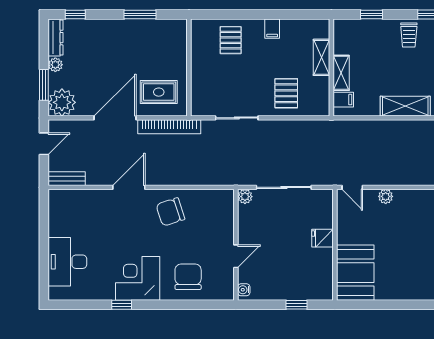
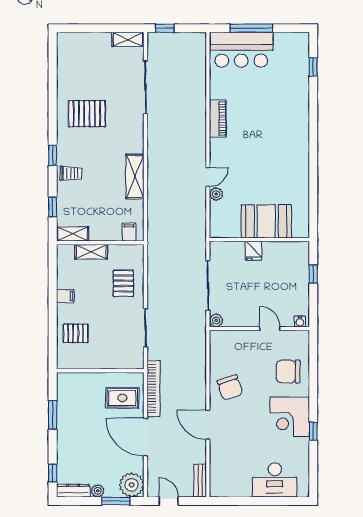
shelving: (341, 73) -> (73, 234), moved
rug: (159, 92) -> (122, 398), turned 90
pallet: (286, 93) -> (123, 283), turned 90
door: (352, 187) -> (208, 177), moved
booth: (355, 273) -> (266, 221), moved

